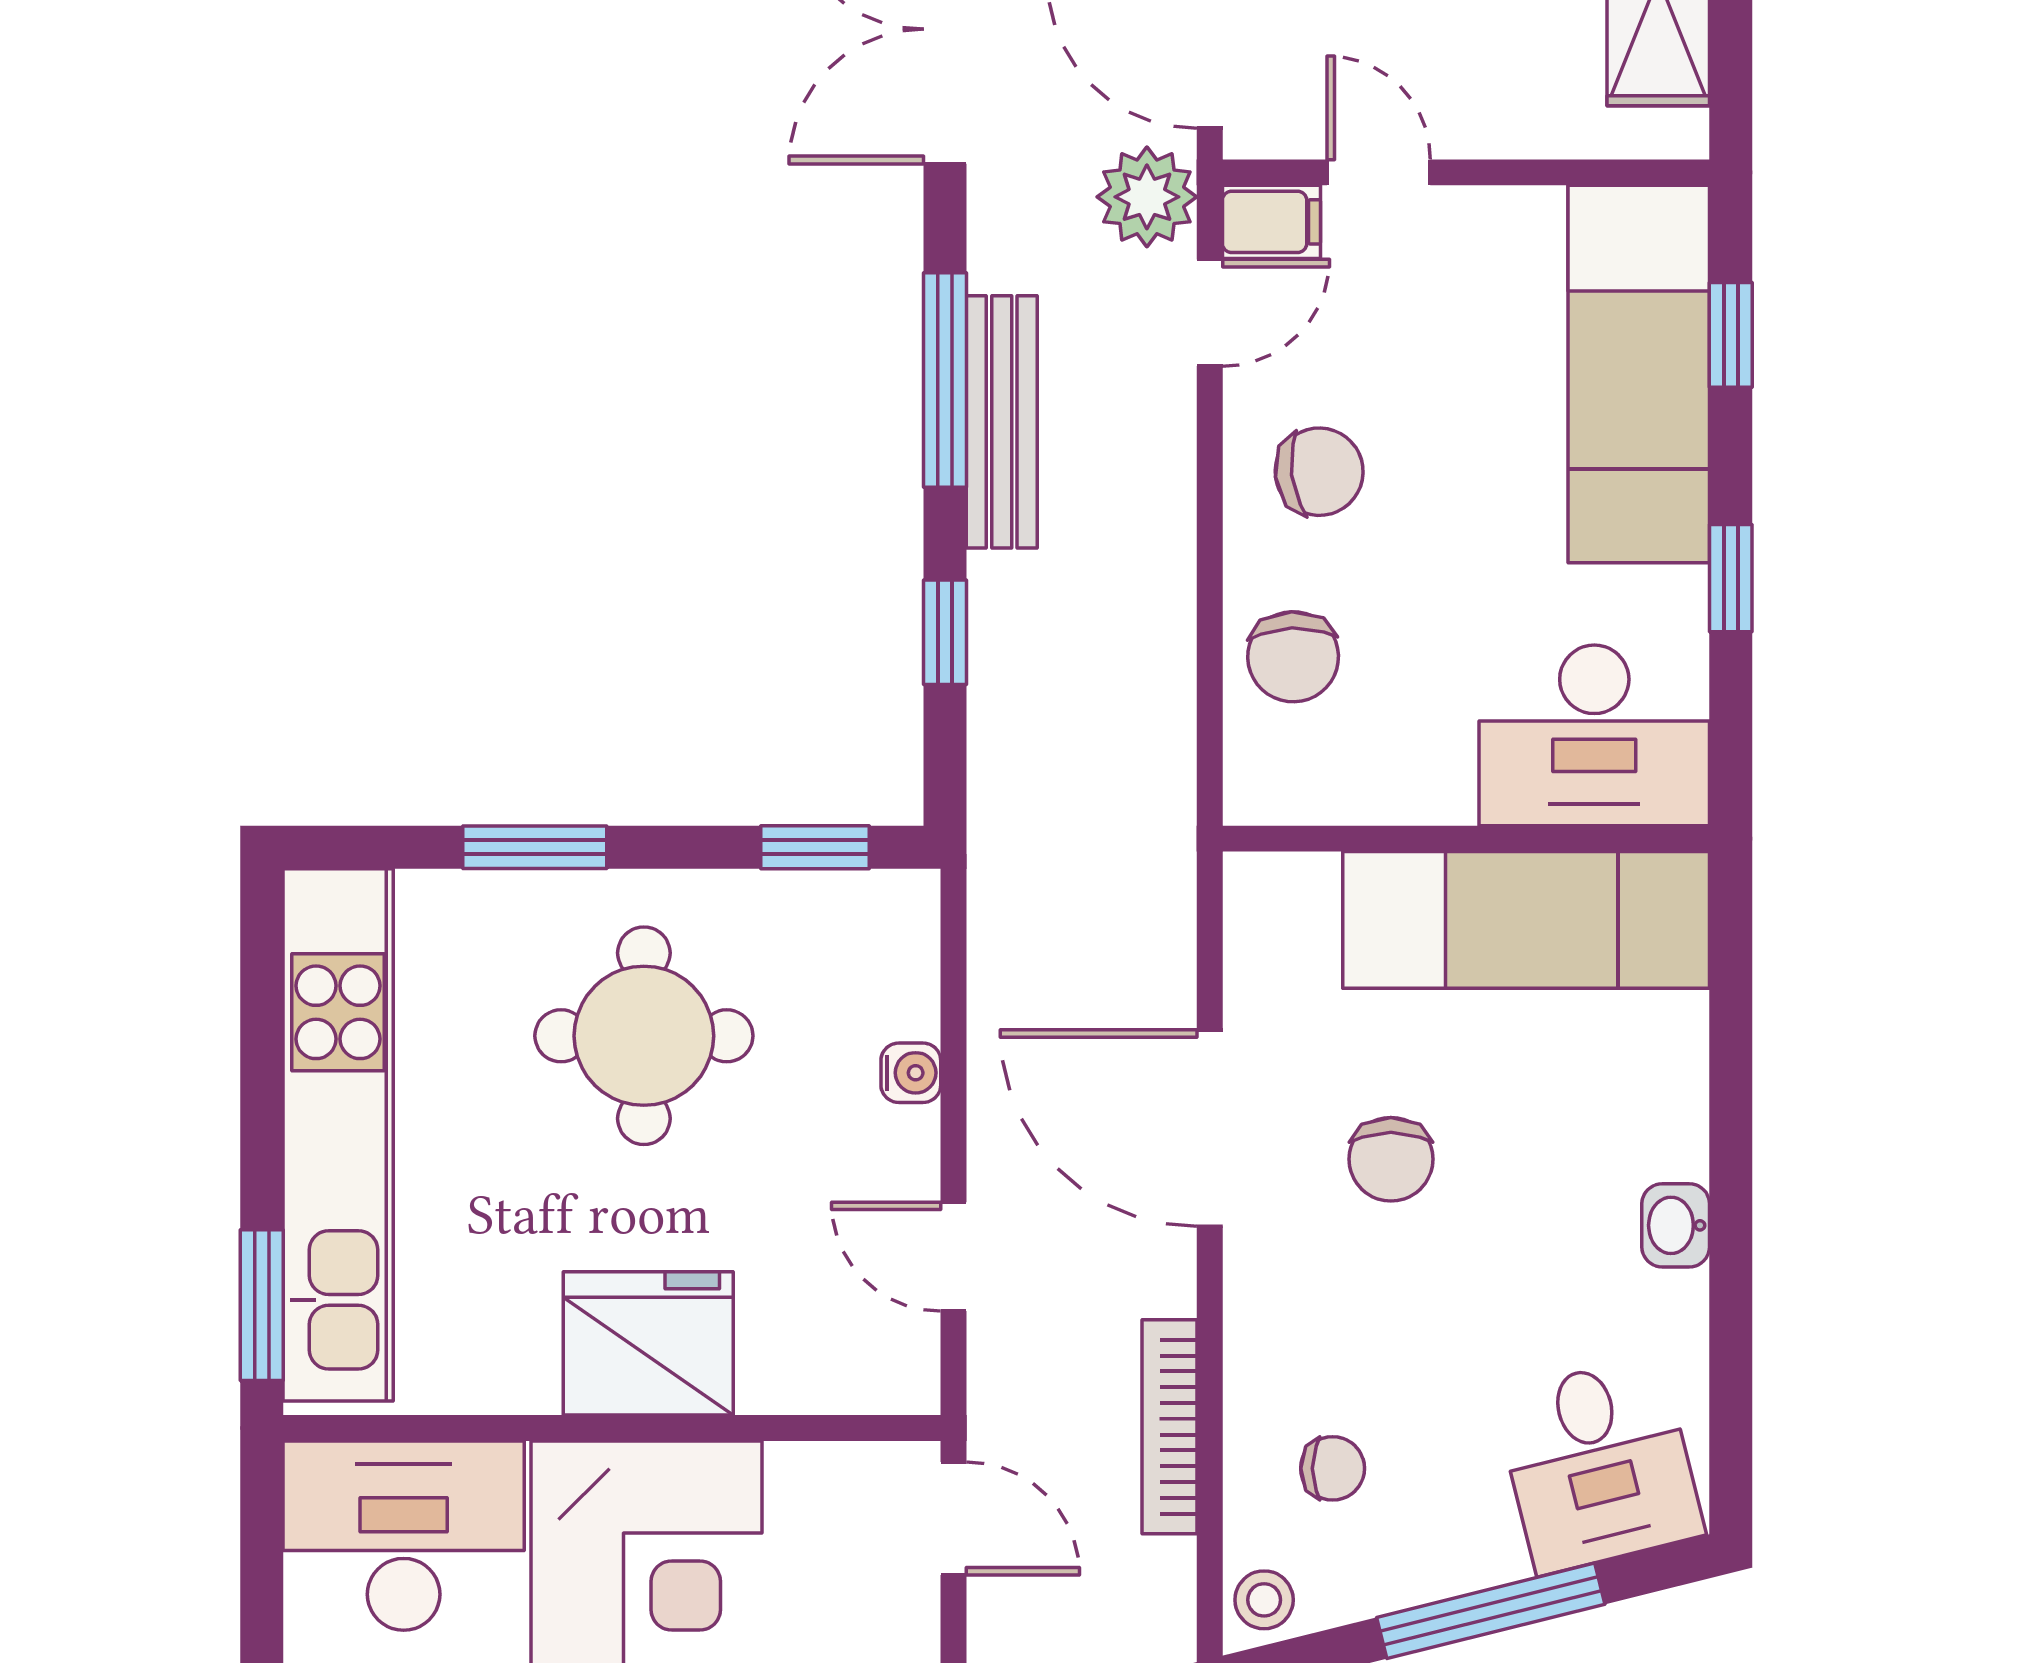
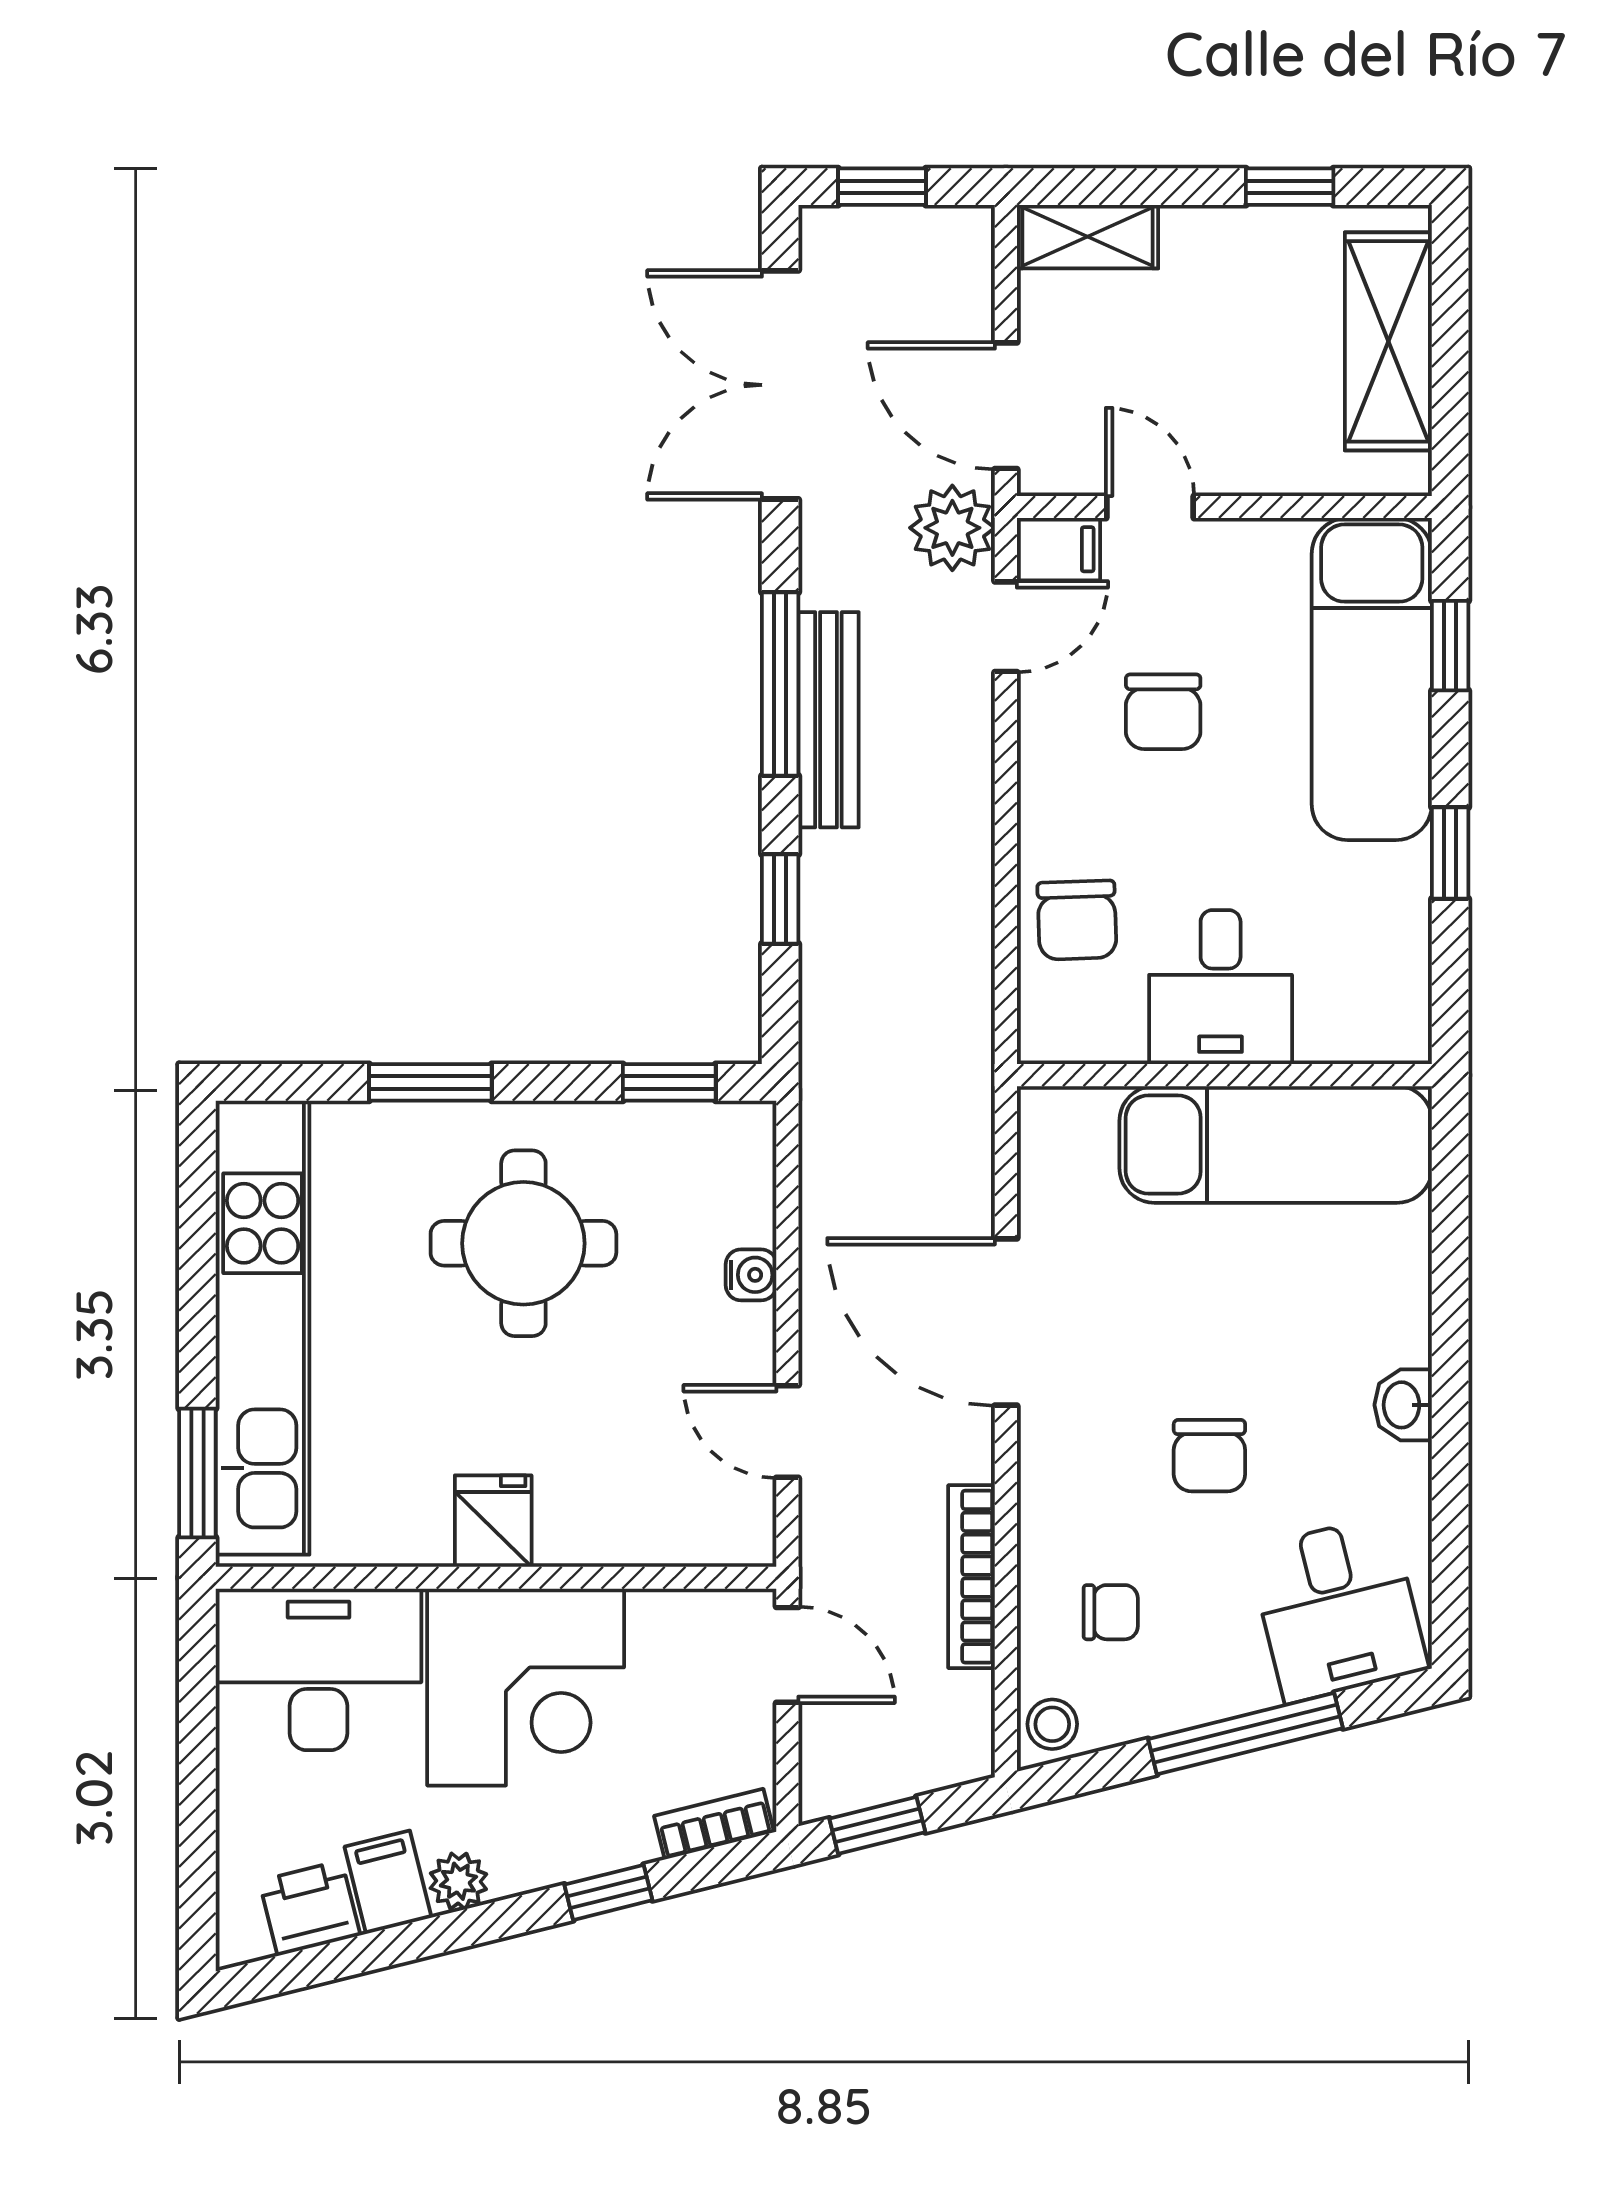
chair: (1319, 472) -> (1163, 712), moved, turned 97
desk: (1594, 735) -> (1221, 987), moved, width x0.73
chair: (1391, 1159) -> (1209, 1456), moved
fridge: (648, 1343) -> (493, 1521), width x0.53, depth x0.75

